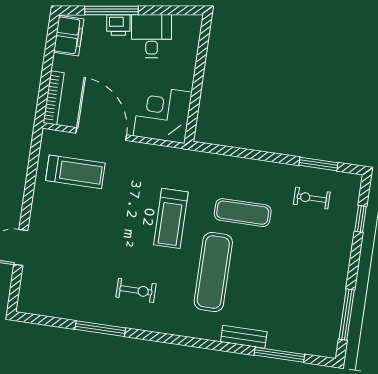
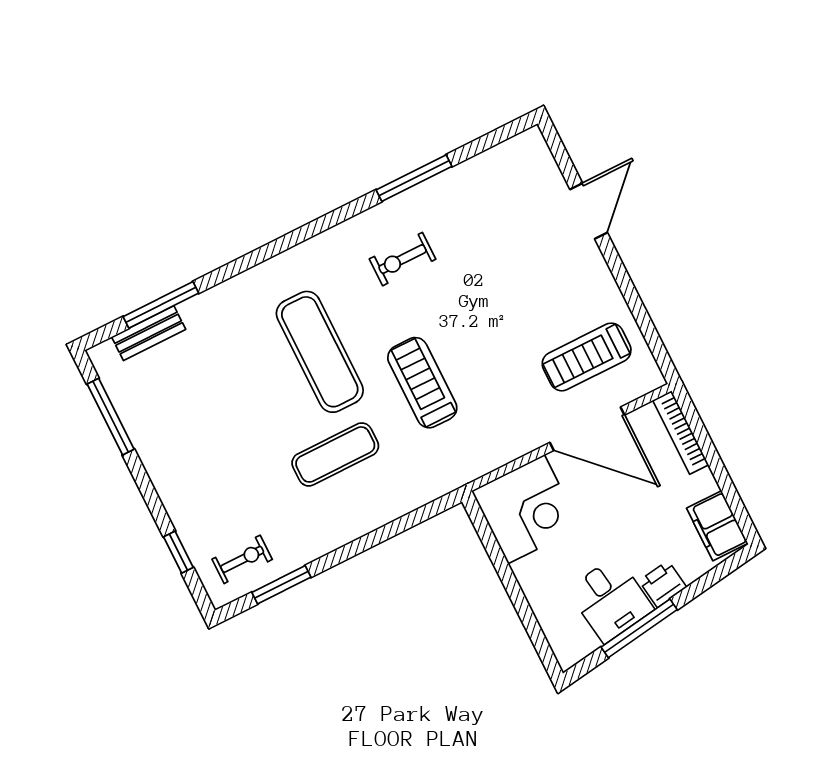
window: (111, 10) -> (639, 628), moved
exercise bike: (312, 198) -> (242, 559), moved
bench: (244, 337) -> (149, 333), moved

